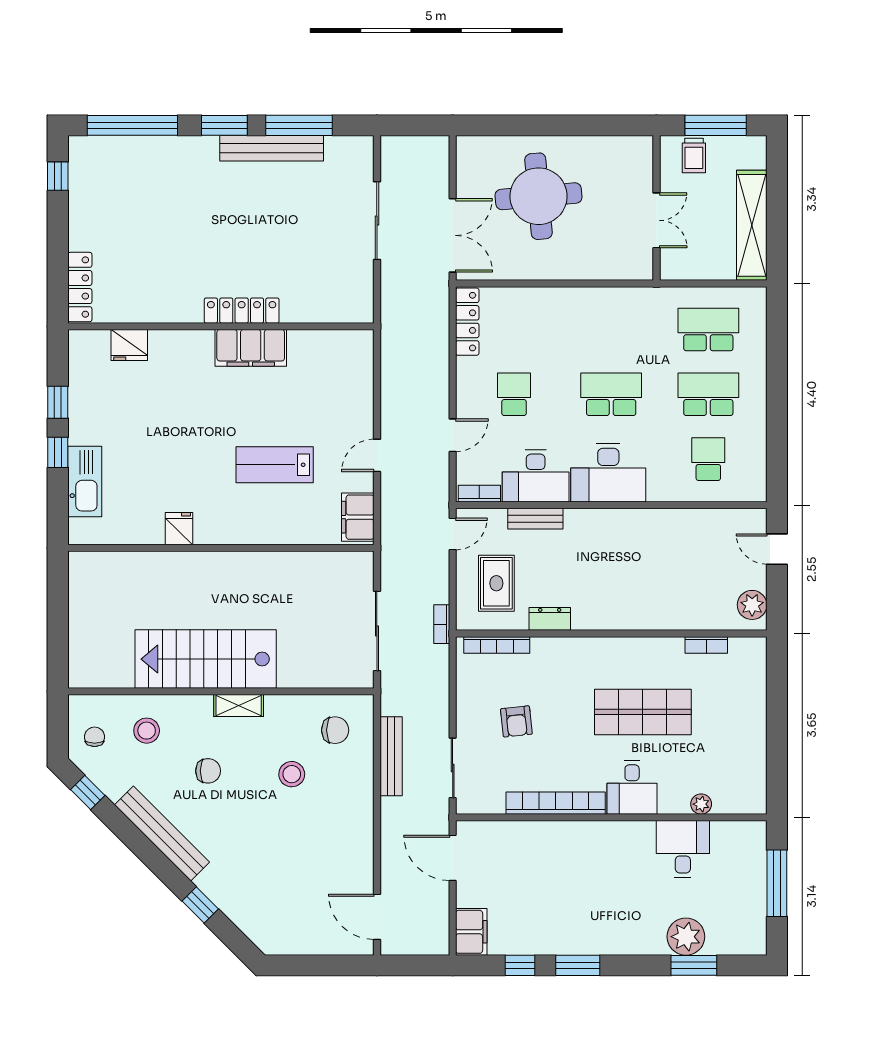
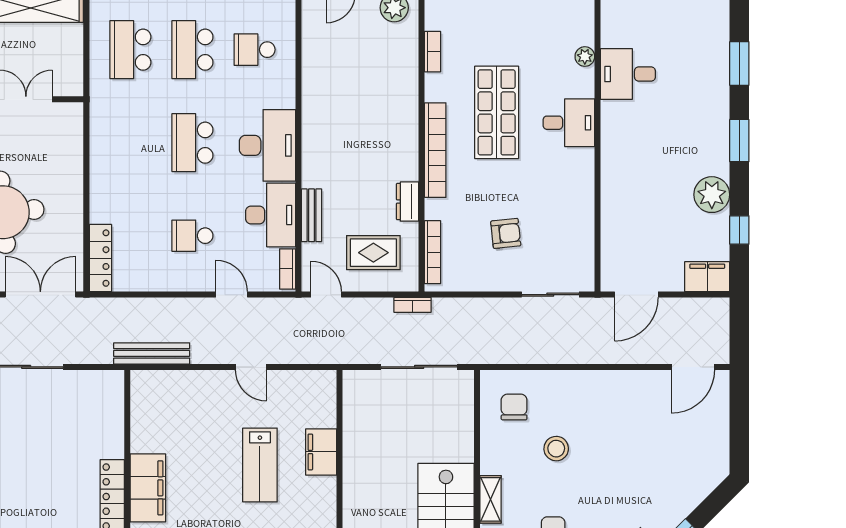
locker: (467, 322) -> (100, 258), moved, turned 90
filing cabinet: (358, 517) -> (321, 452), moved, turned 90
bench: (391, 756) -> (152, 353), moved
bookcase: (556, 803) -> (435, 150), moved, turned 180
plant: (686, 937) -> (712, 195), moved
window: (578, 965) -> (739, 141), moved

